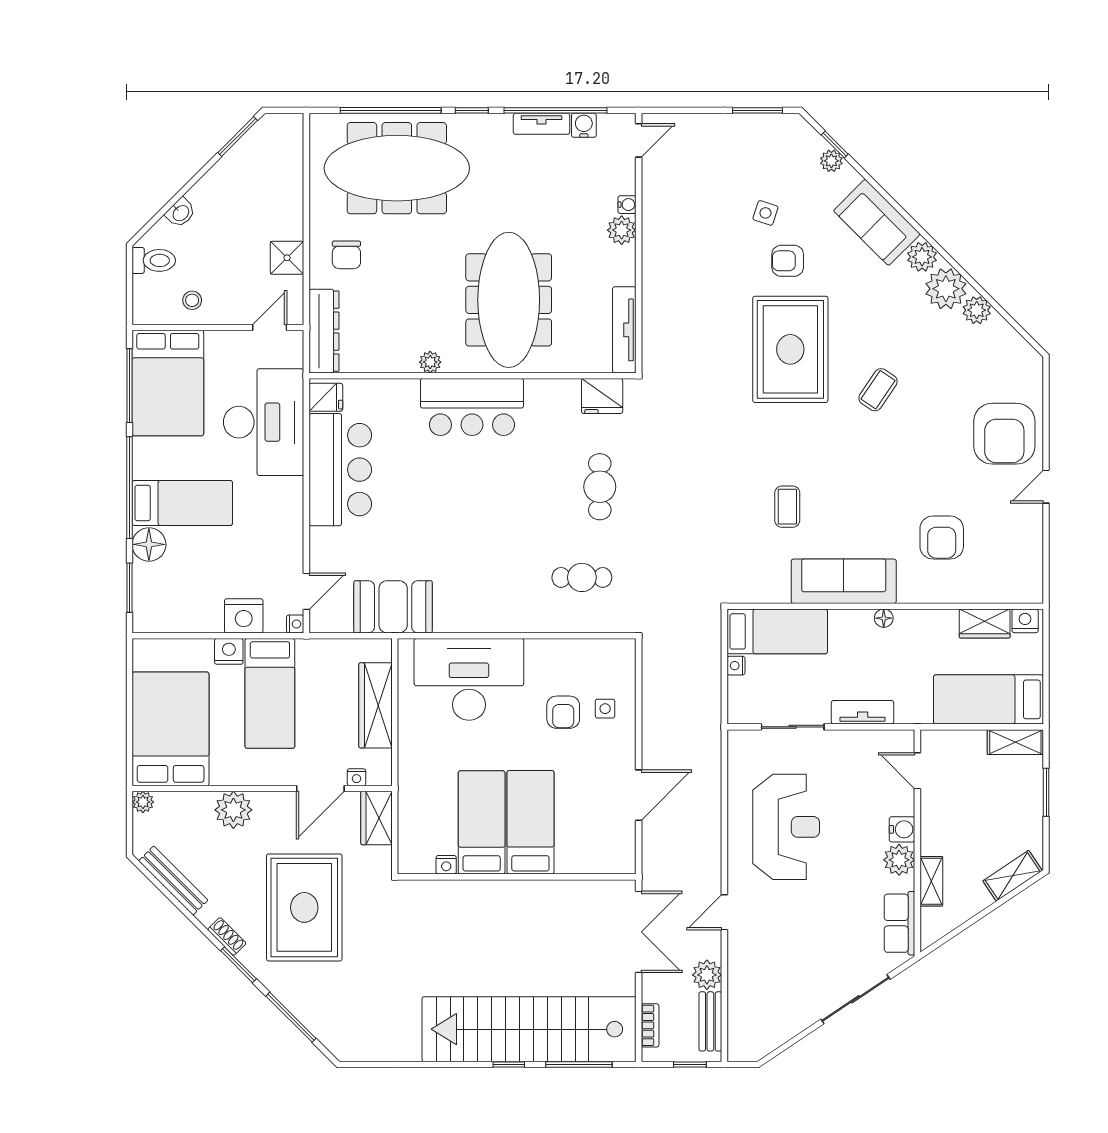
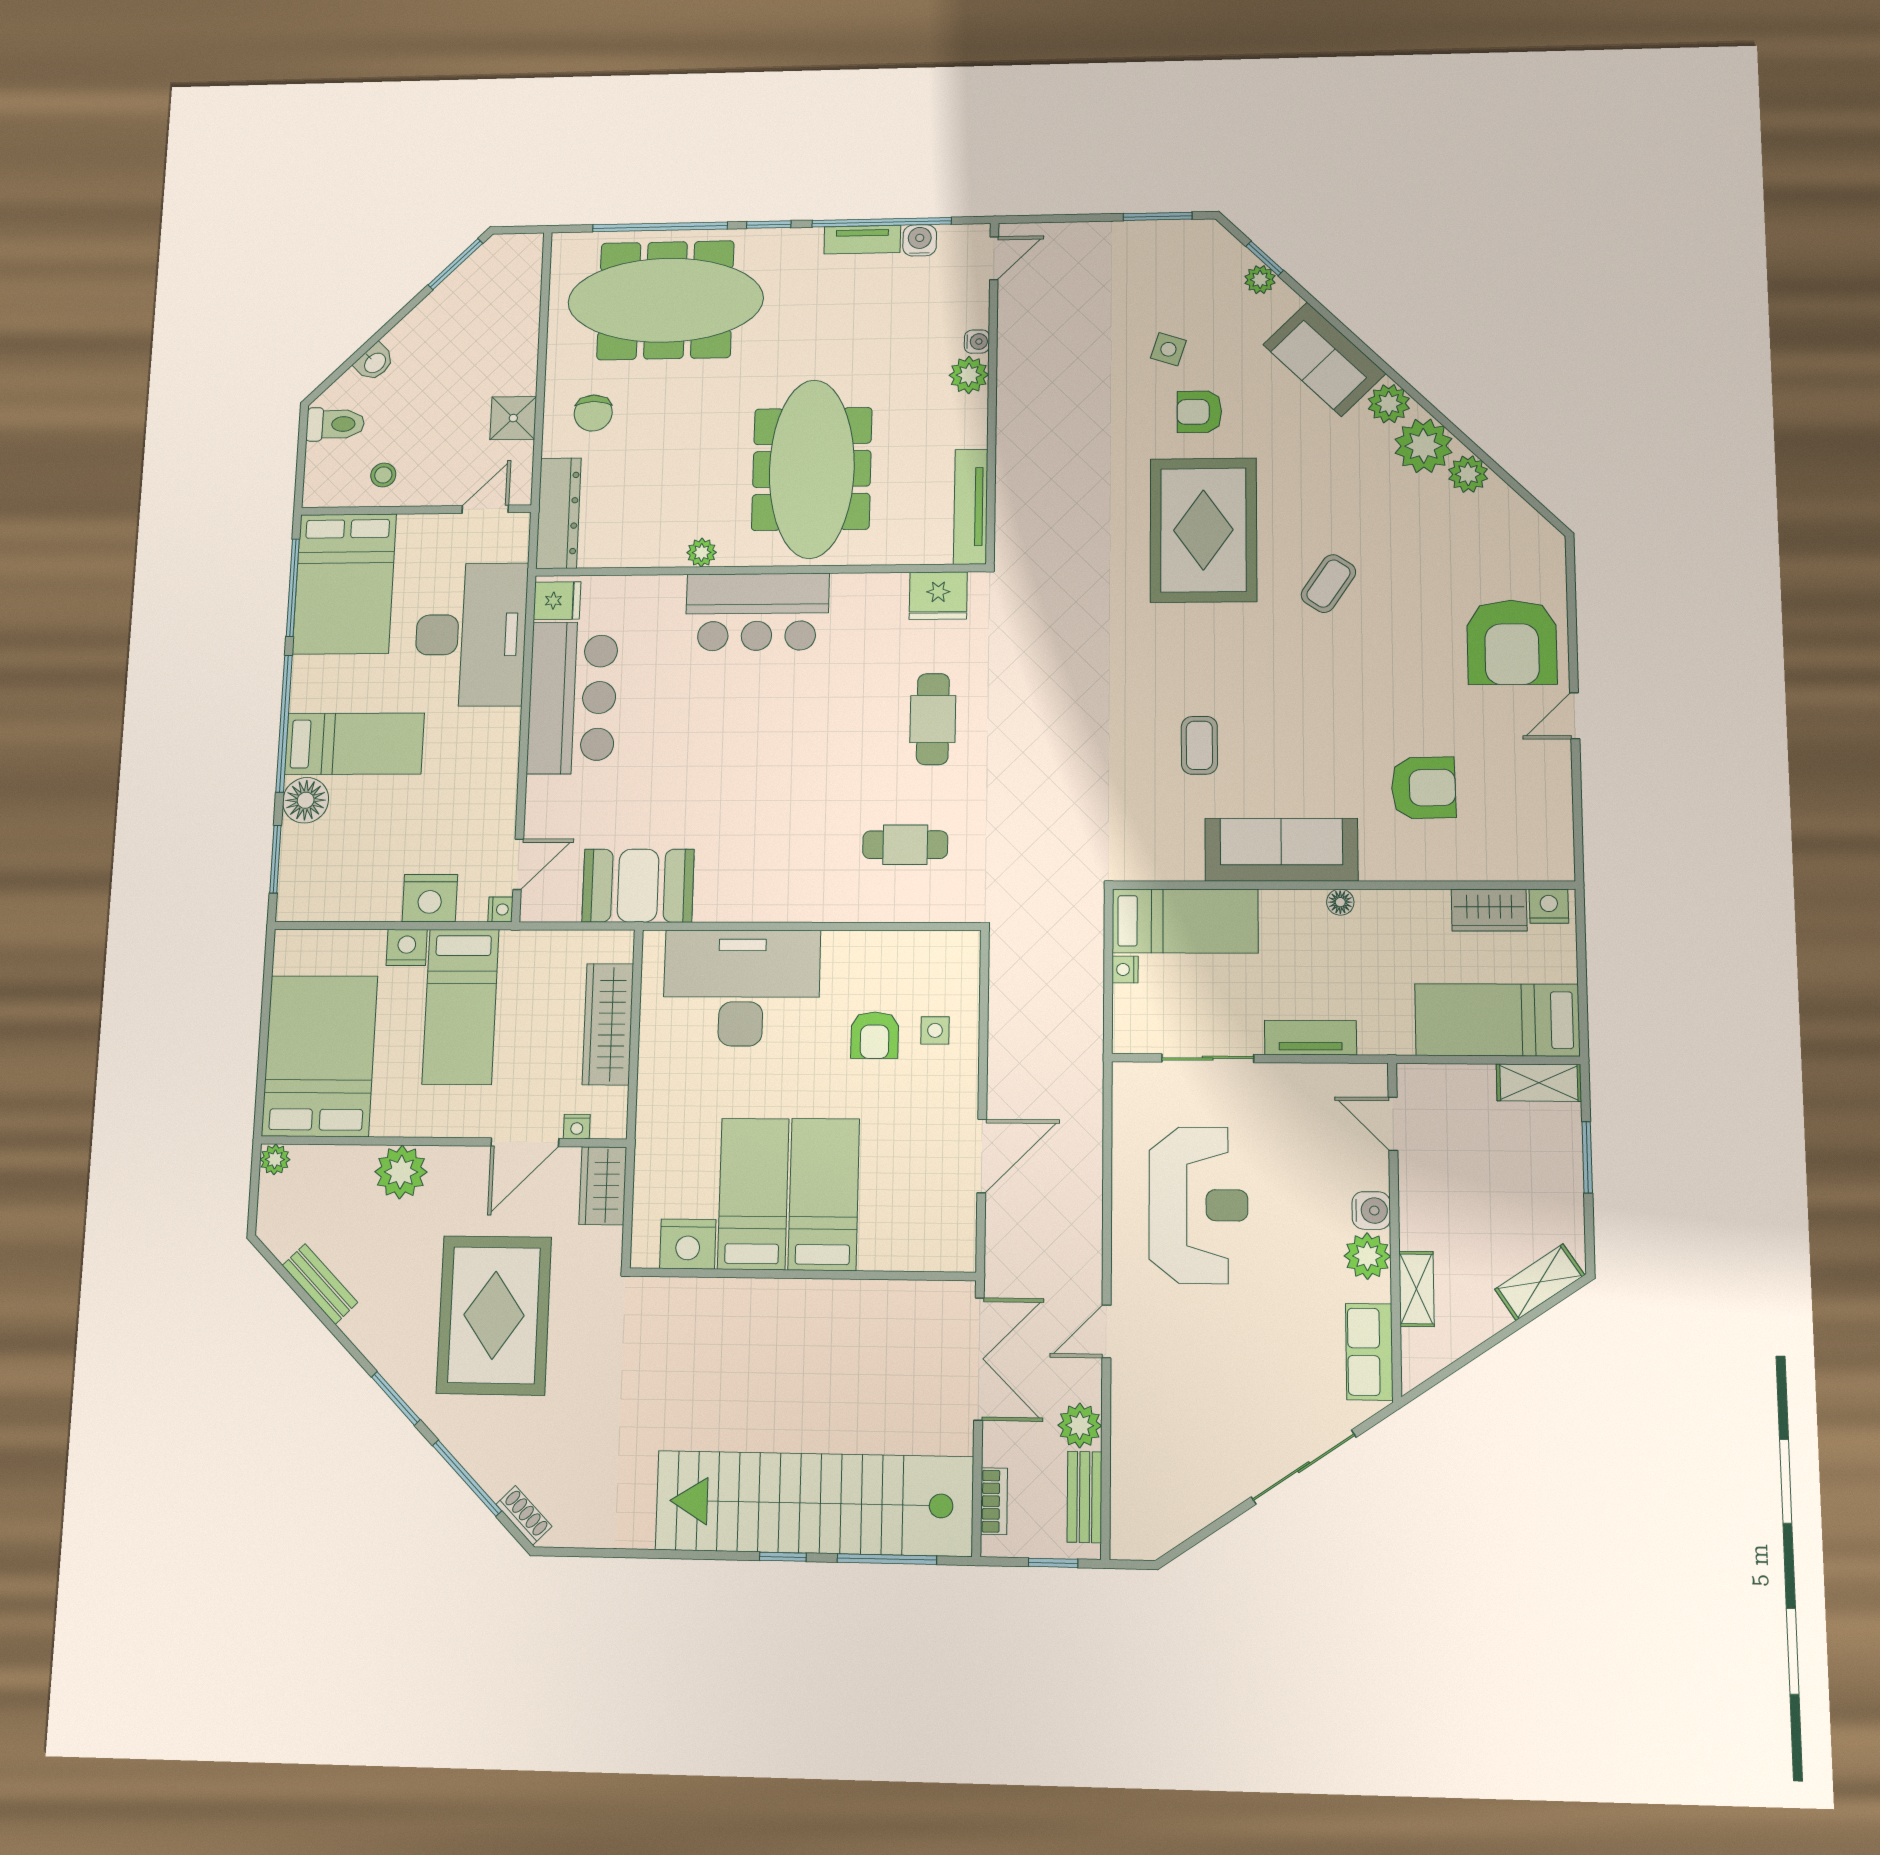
armchair: (942, 538) -> (1423, 788), turned -91
nightstand: (446, 865) -> (688, 1244), width x1.89, depth x1.79
bench: (173, 881) -> (320, 1284), width x0.73
shoe rack: (227, 936) -> (524, 1515), moved

